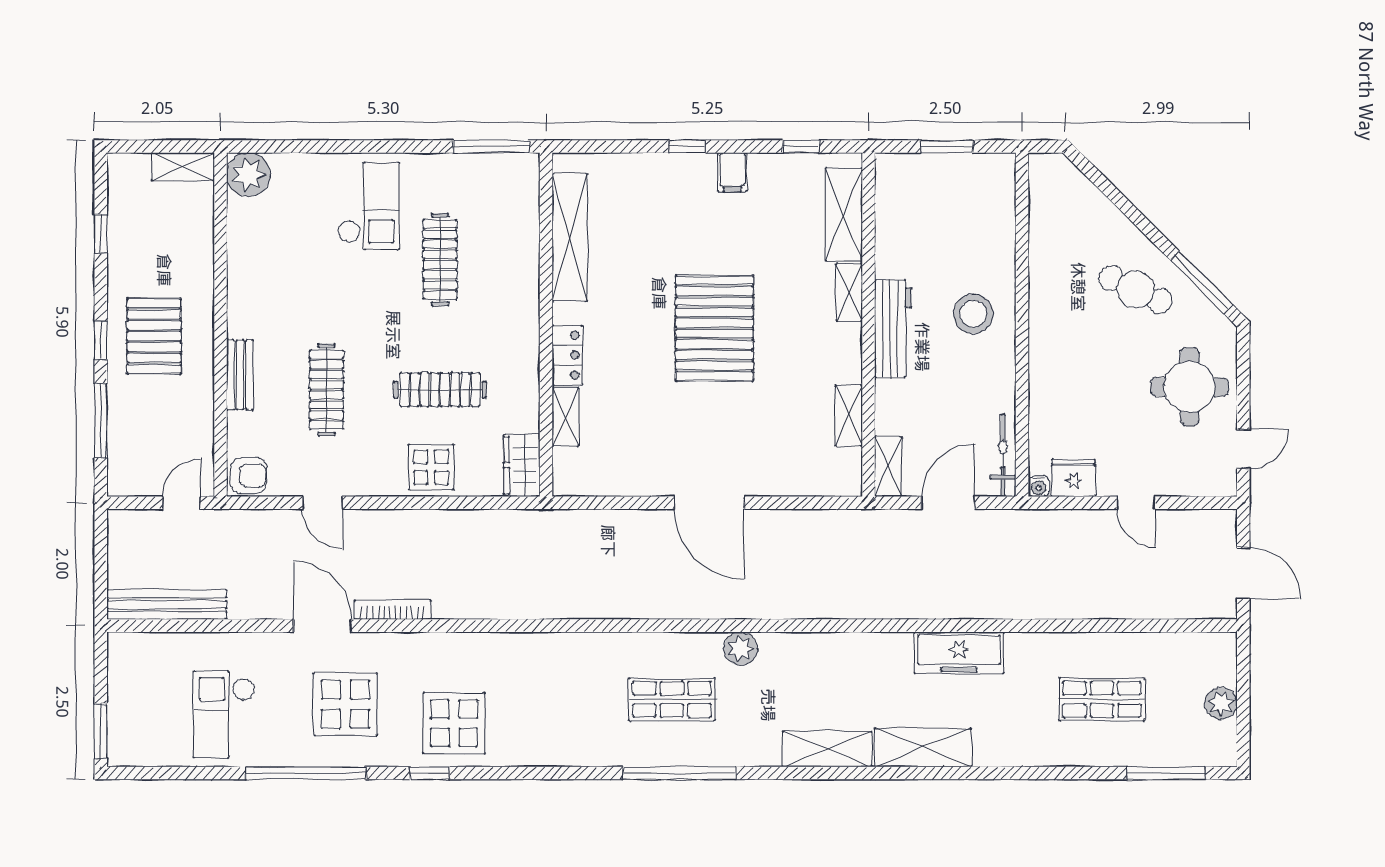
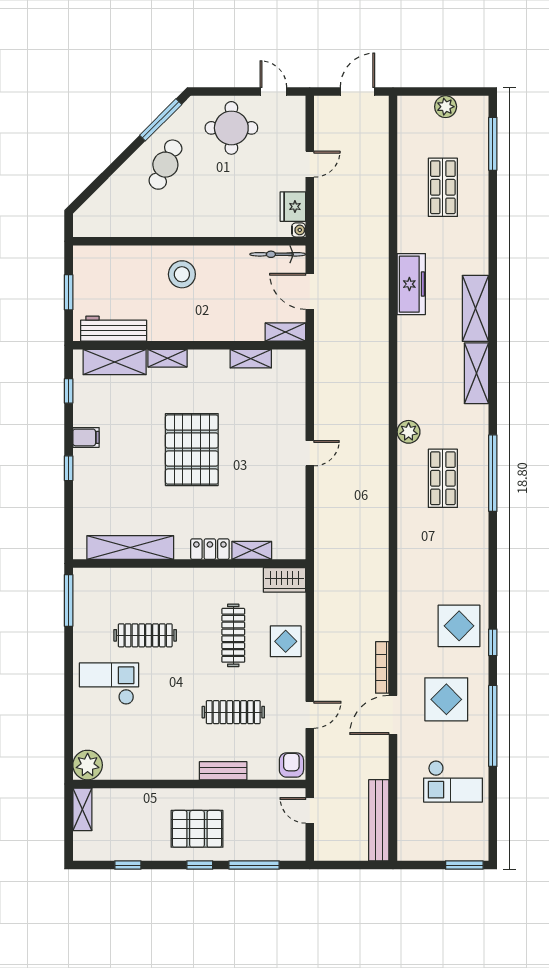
pallet: (714, 328) -> (192, 450), turned 90
workbench: (893, 329) -> (114, 329), moved
door: (709, 503) -> (310, 453), width x0.53

